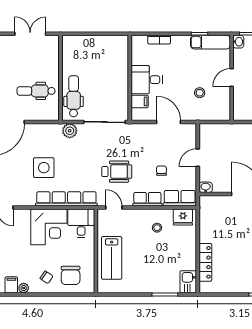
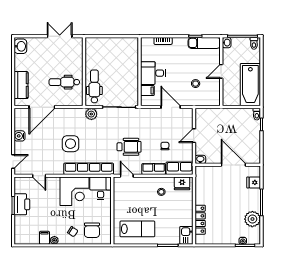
lab bench: (112, 258) -> (137, 229), moved, turned -90

